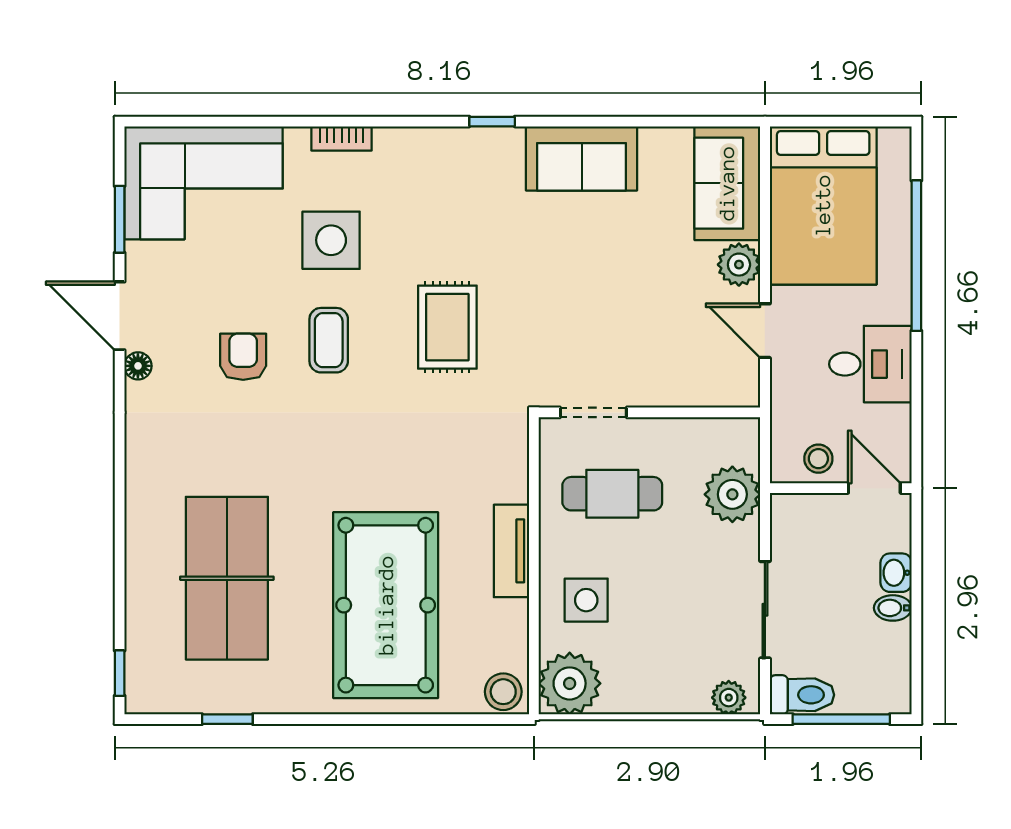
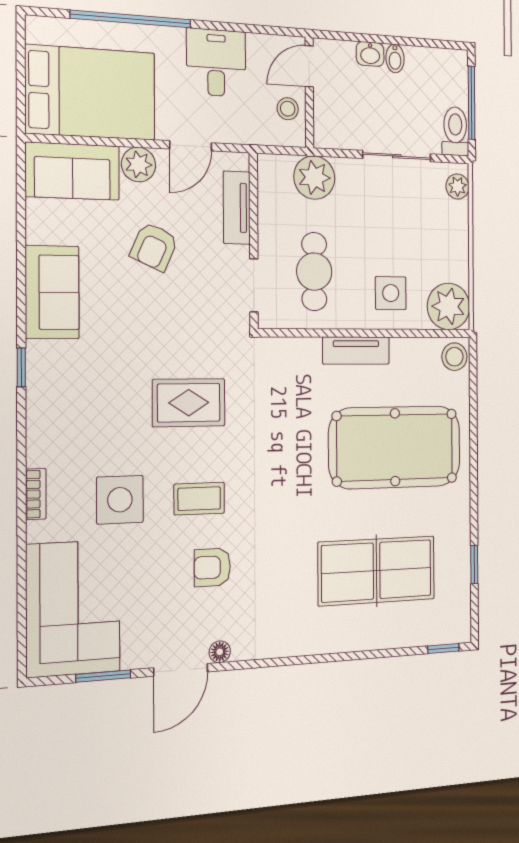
armchair: (639, 284) -> (154, 247), added
tv unit: (690, 390) -> (237, 208), added

